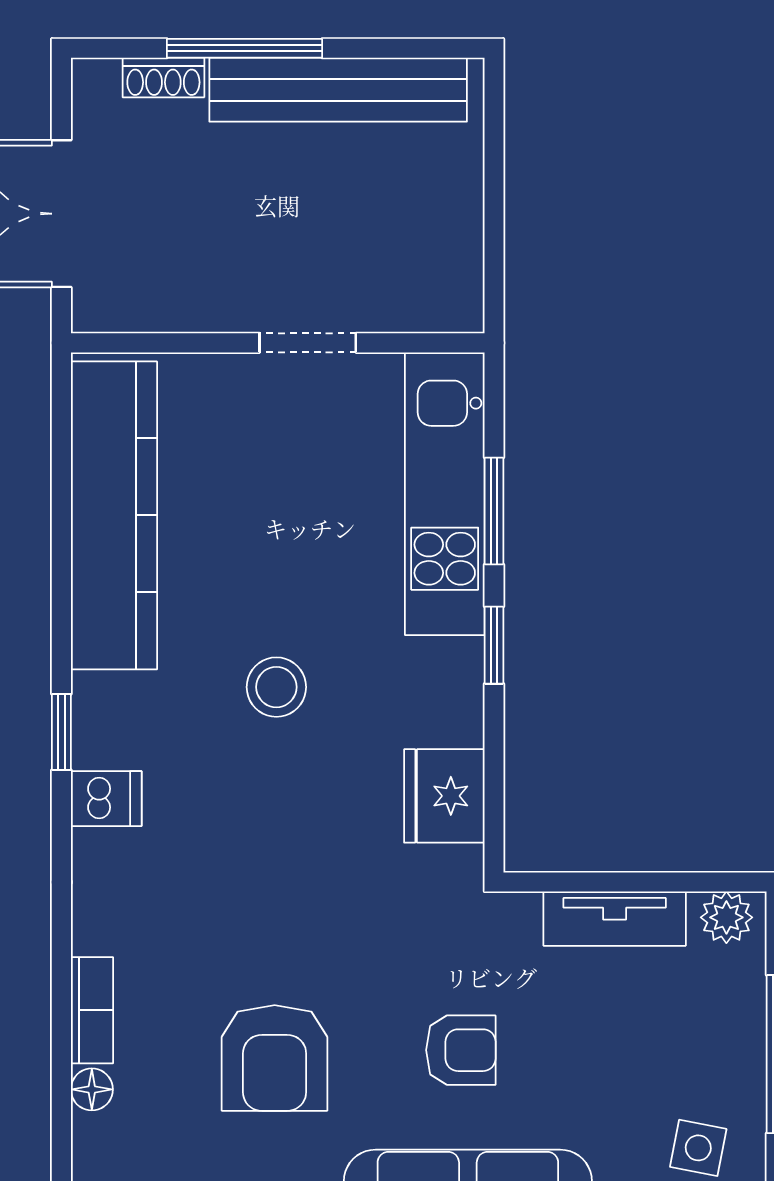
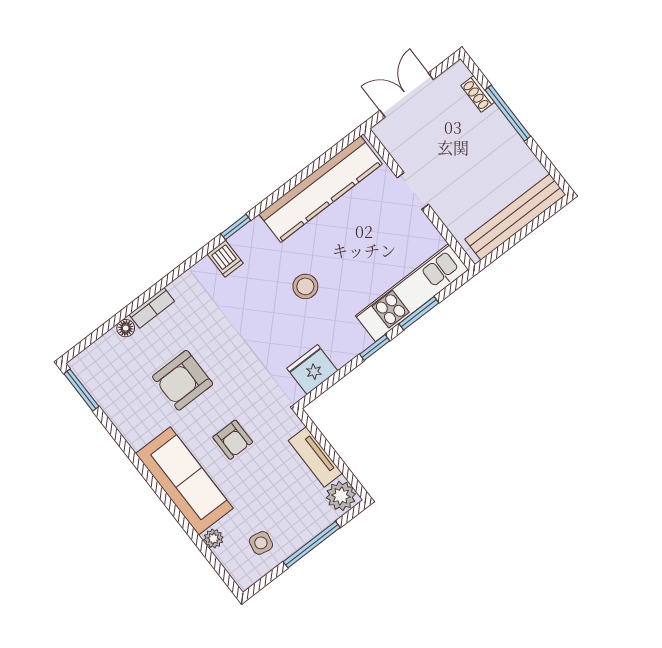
bench: (338, 90) -> (515, 217), moved, turned 90
doorway: (308, 343) -> (413, 191), moved
plant: (726, 917) -> (341, 496), width x1.38, depth x1.38

